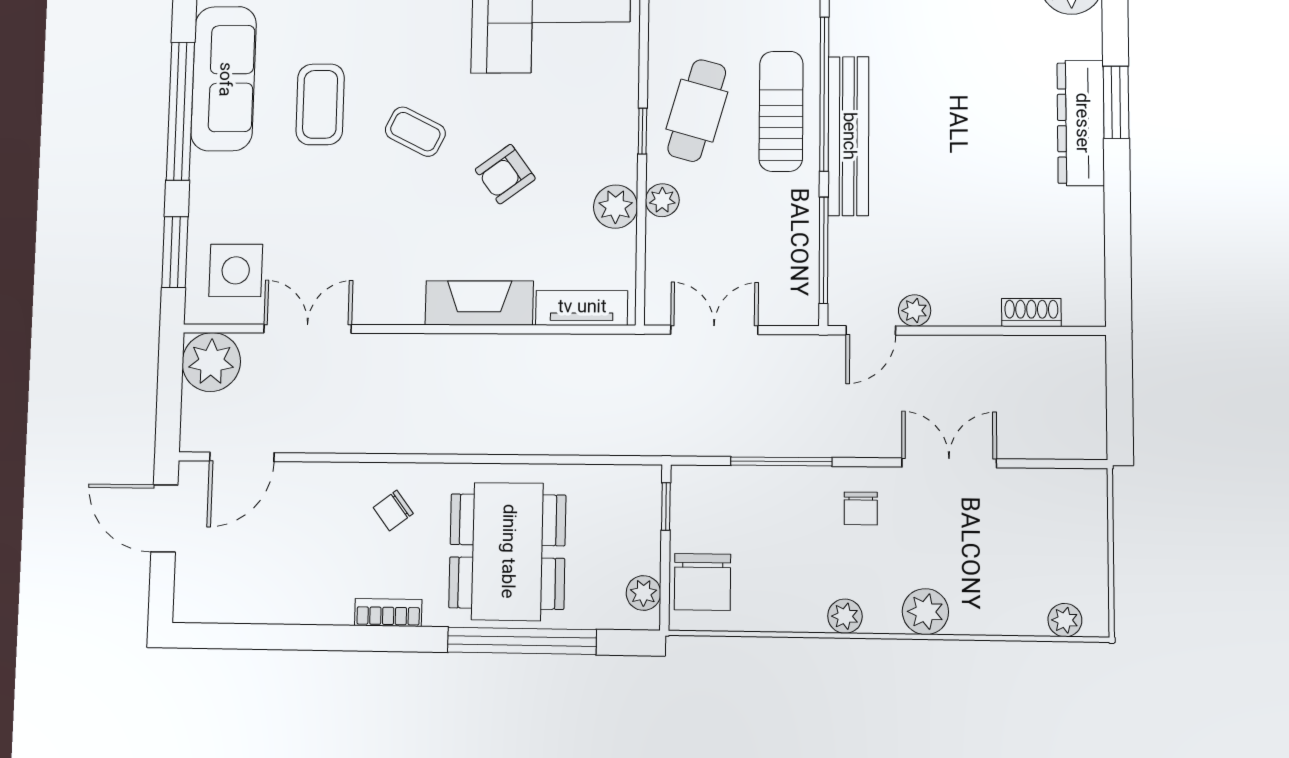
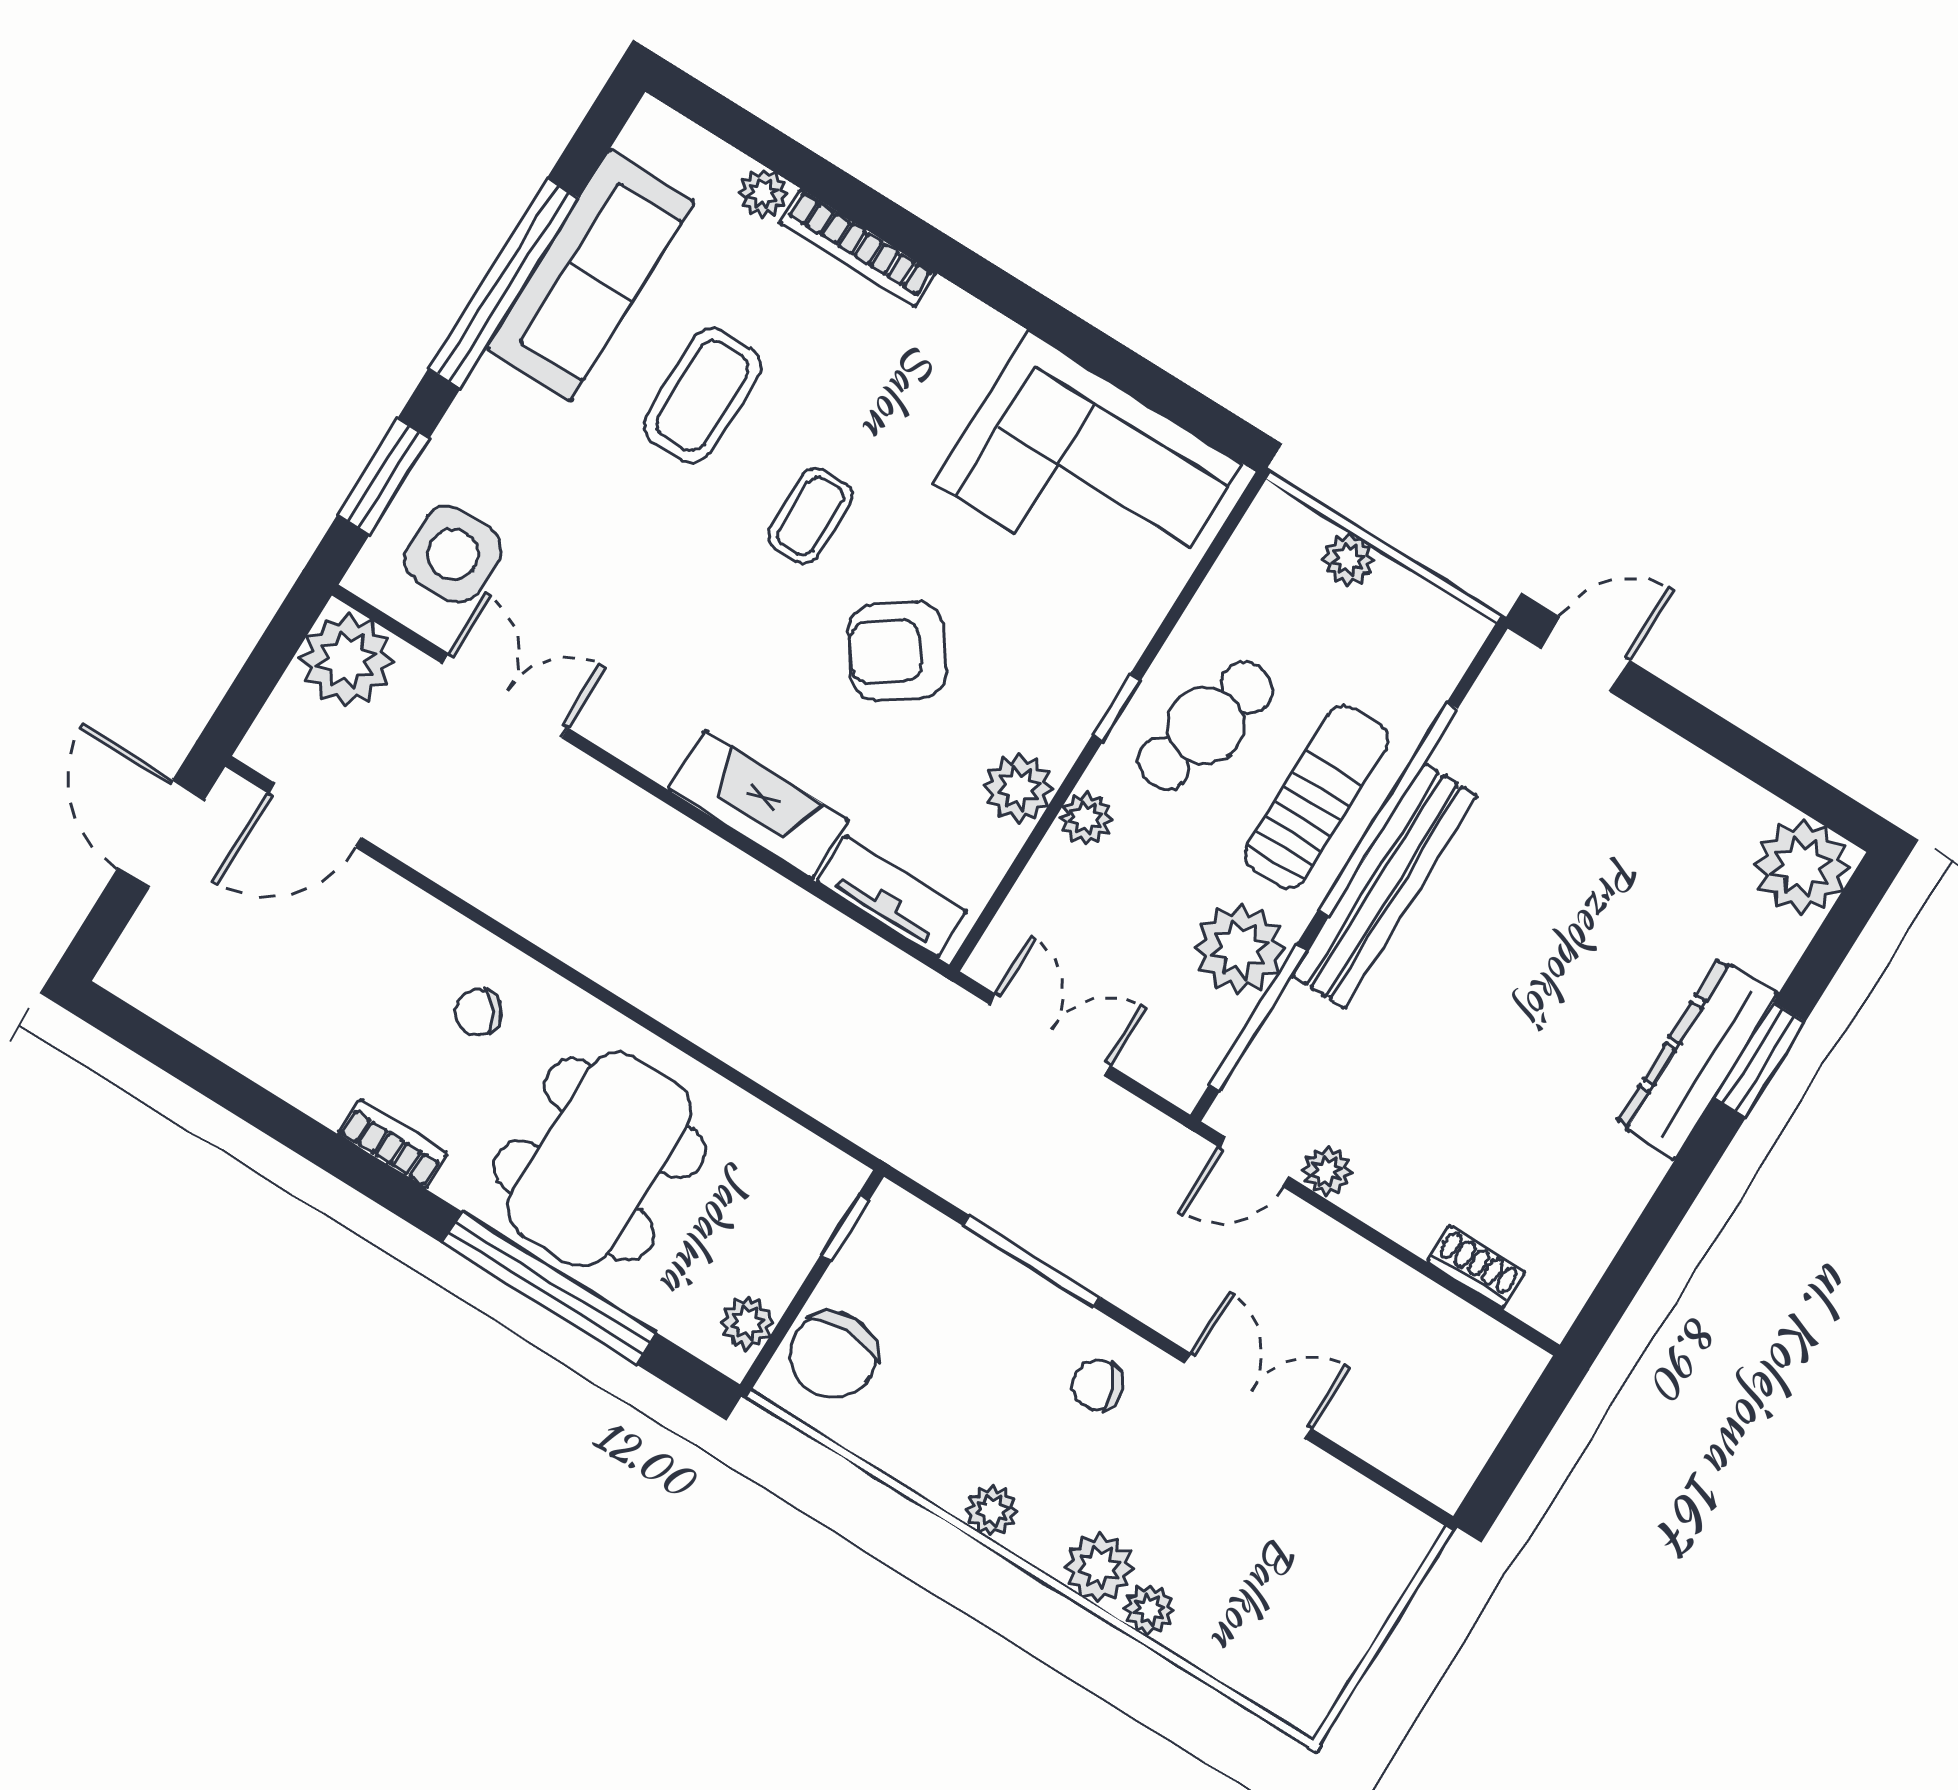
coffee table: (415, 132) -> (810, 516), turned 63
armchair: (505, 174) -> (897, 651), width x1.38, depth x1.38
plant: (790, 219) -> (1240, 949), added
chair: (861, 508) -> (1098, 1385), turned 69
plant: (1065, 620) -> (1149, 1610), moved

